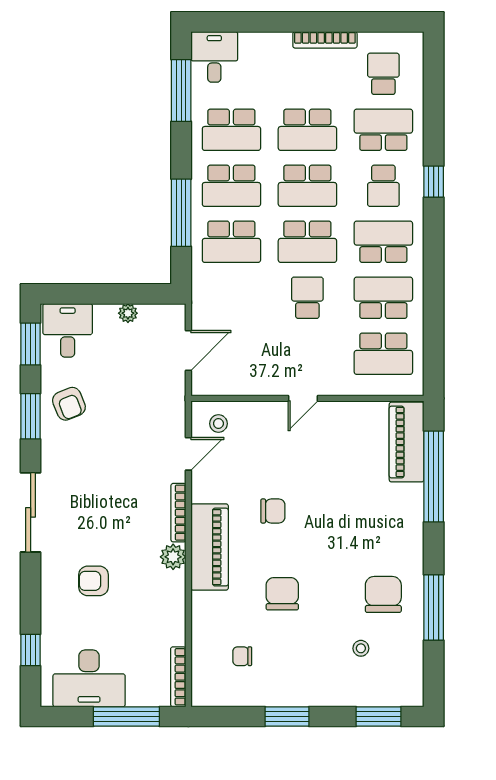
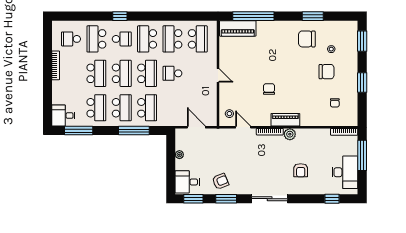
piano: (210, 547) -> (285, 120), width x0.73, depth x0.75
chair: (282, 594) -> (327, 72), moved, turned 180
window: (434, 608) -> (313, 16), width x0.69

